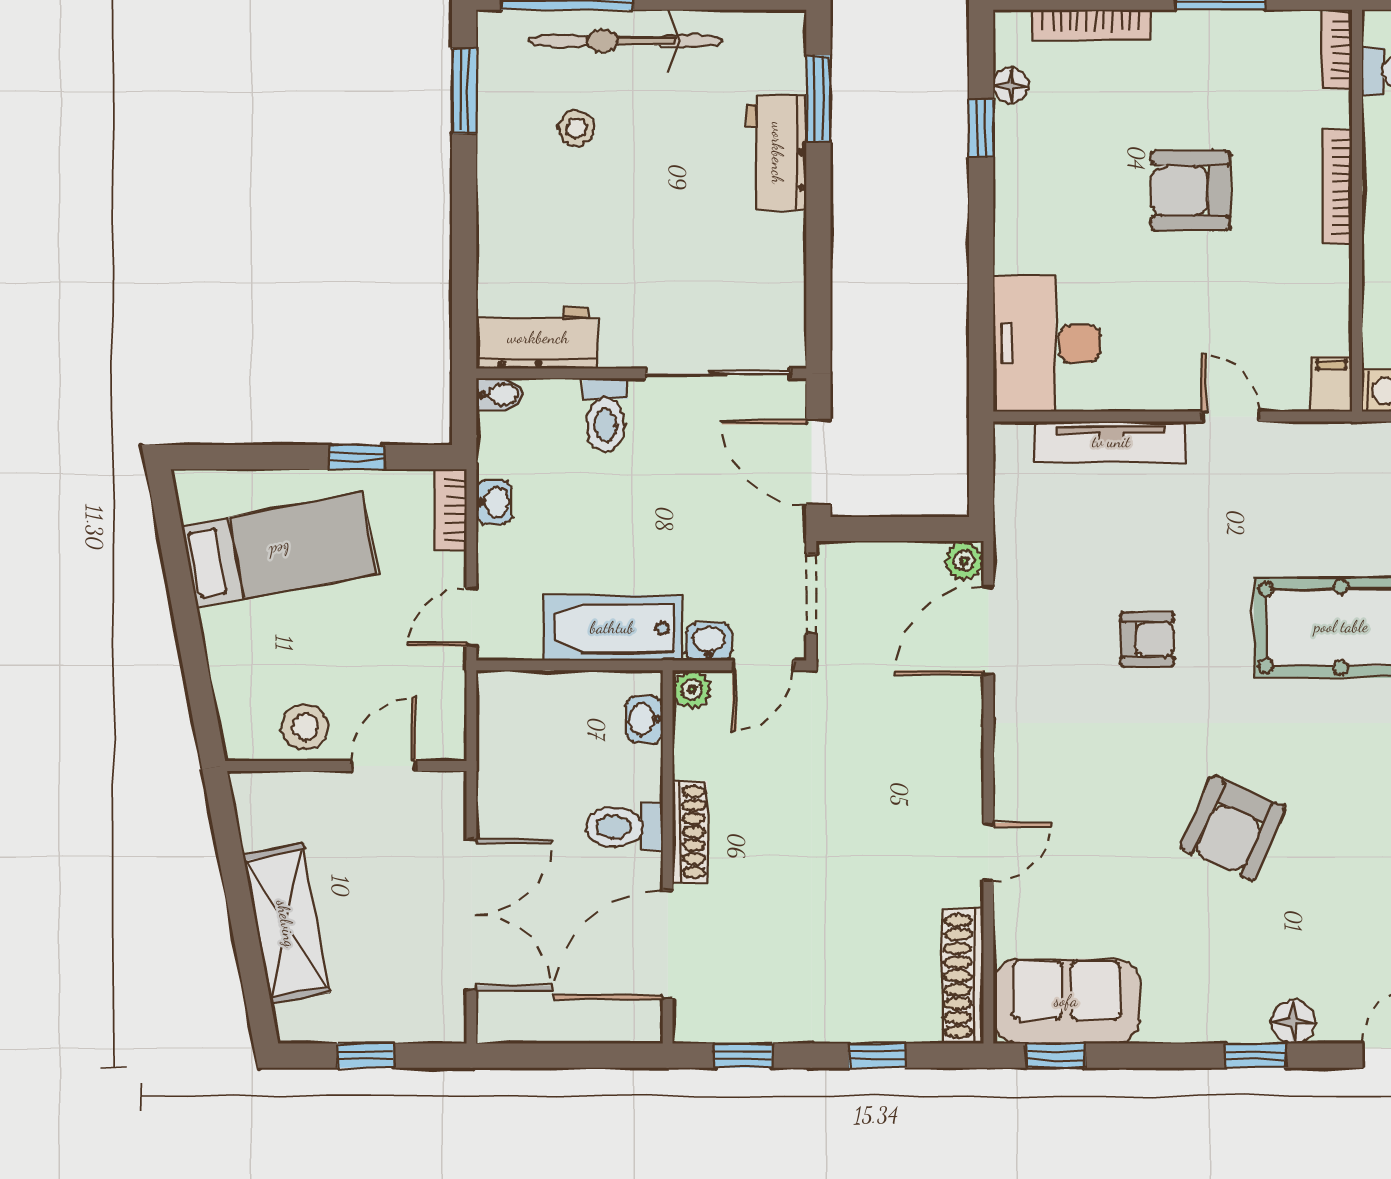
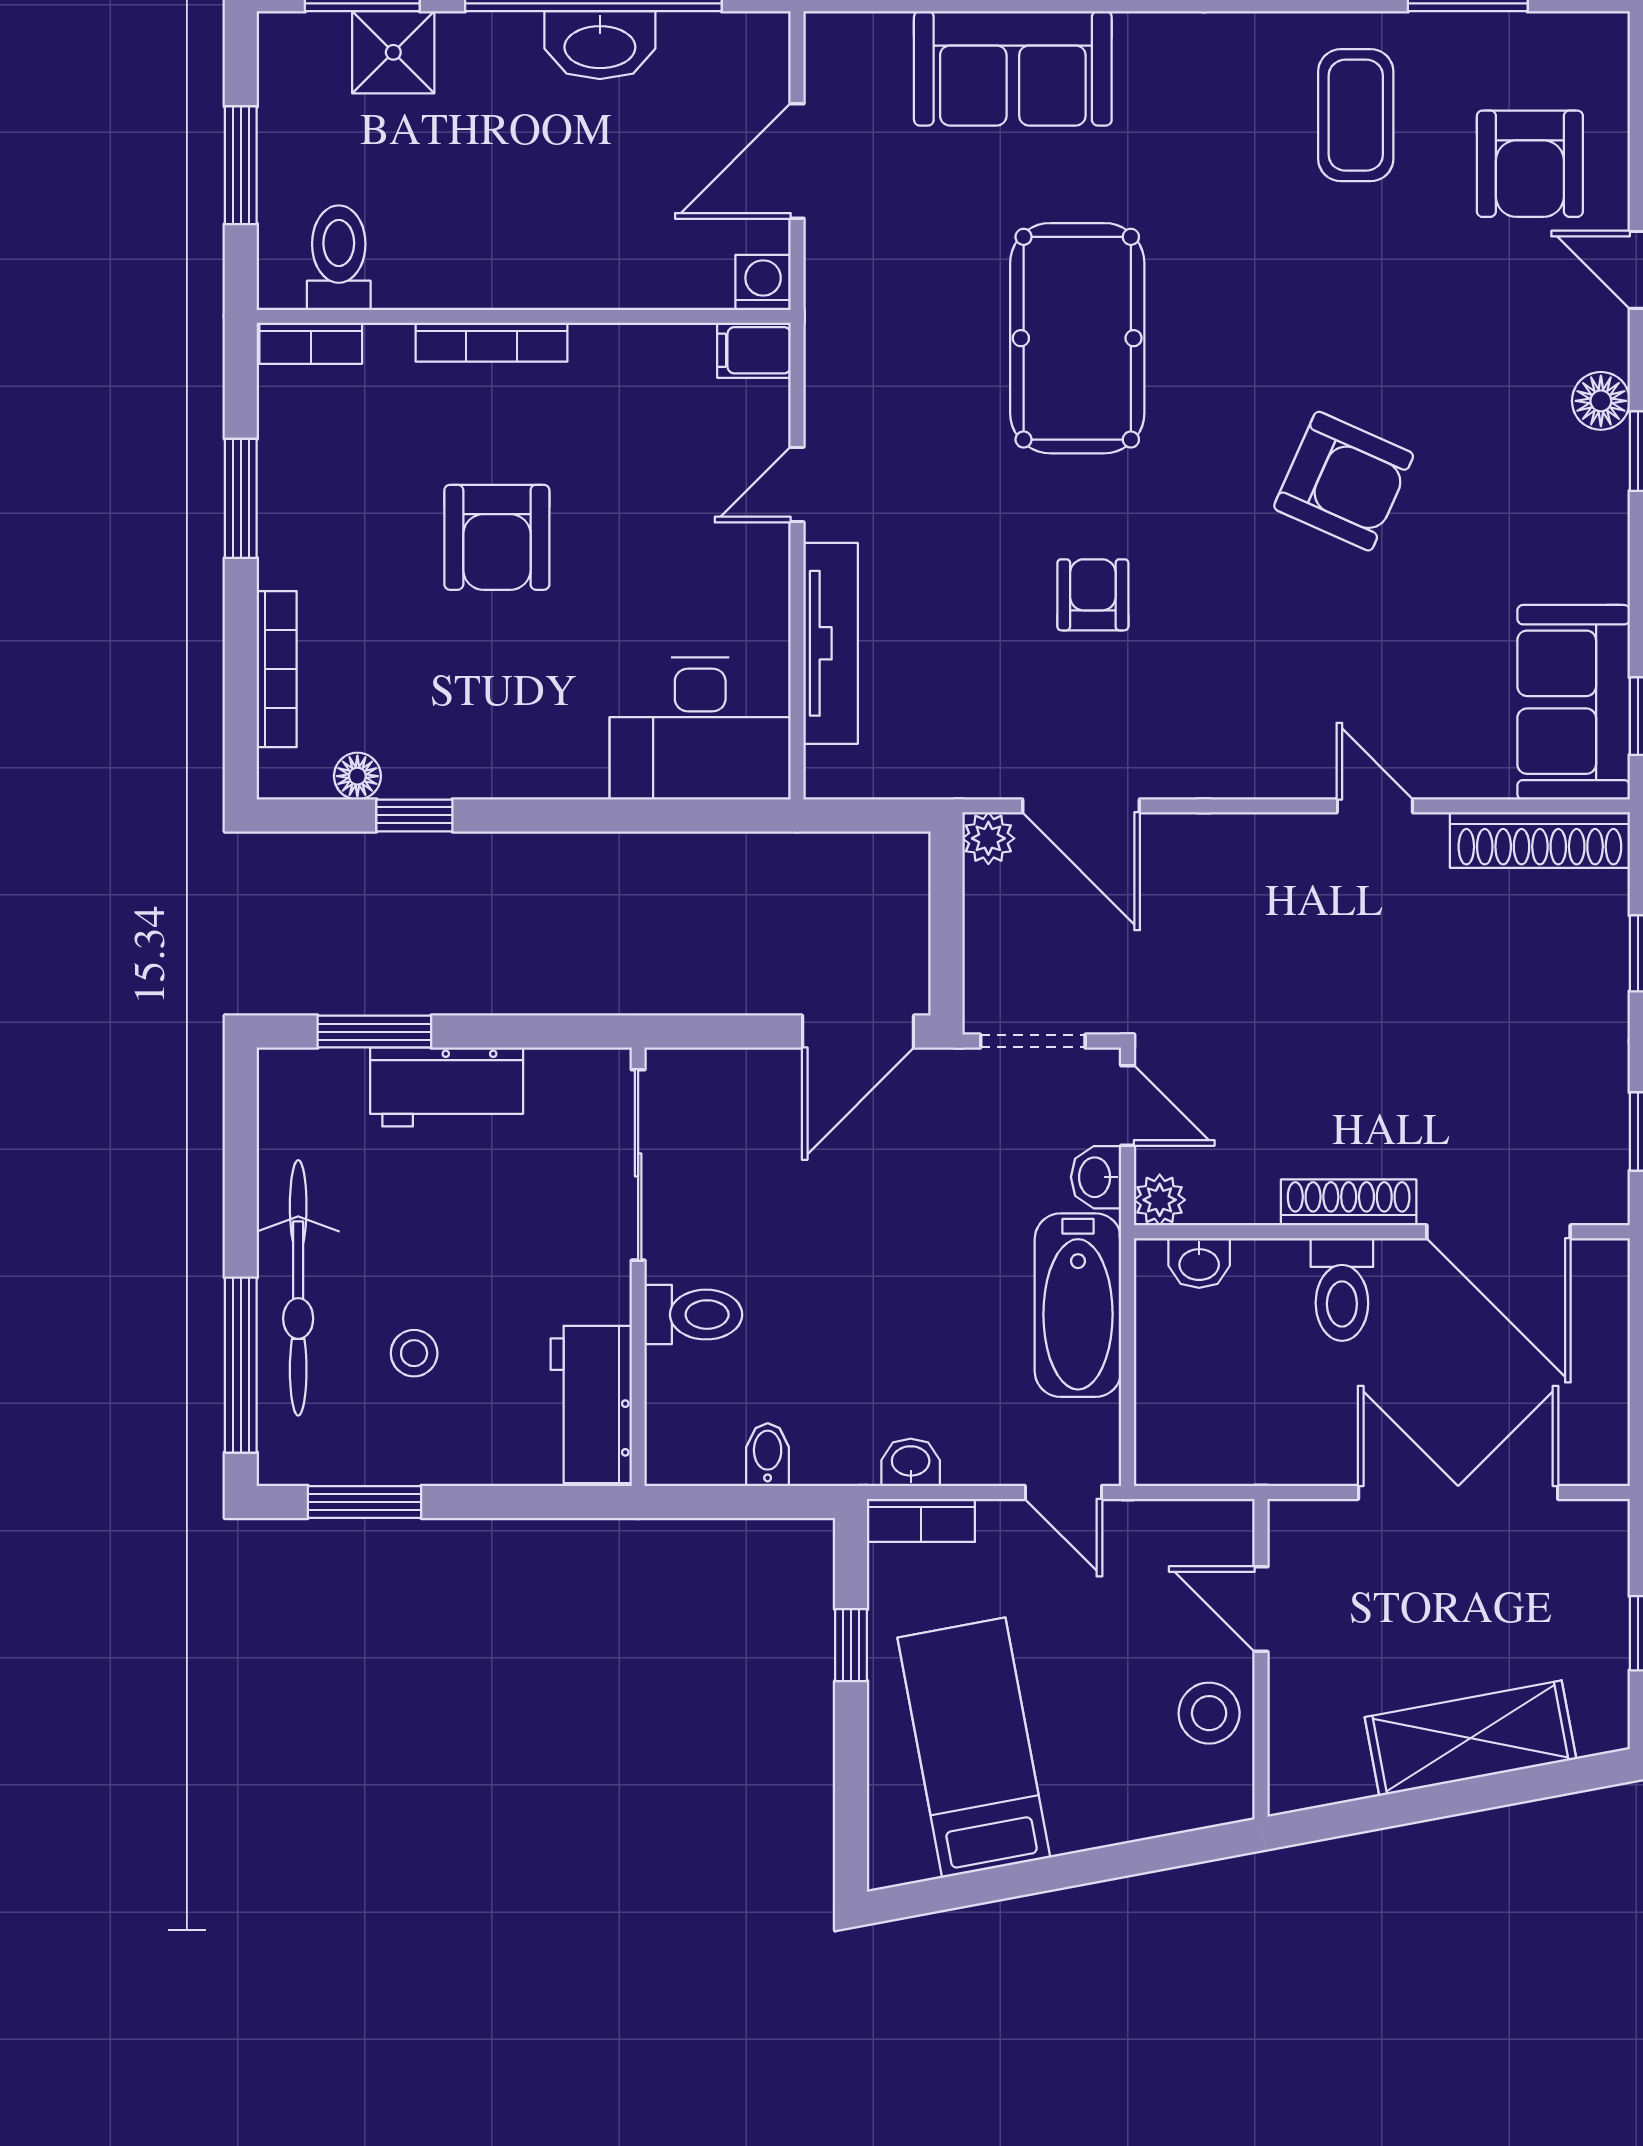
workbench: (538, 338) -> (591, 1404), moved
wall: (641, 373) -> (638, 1267), moved
sliding door: (718, 373) -> (638, 1165), moved
toilet: (605, 415) -> (693, 1315), moved

